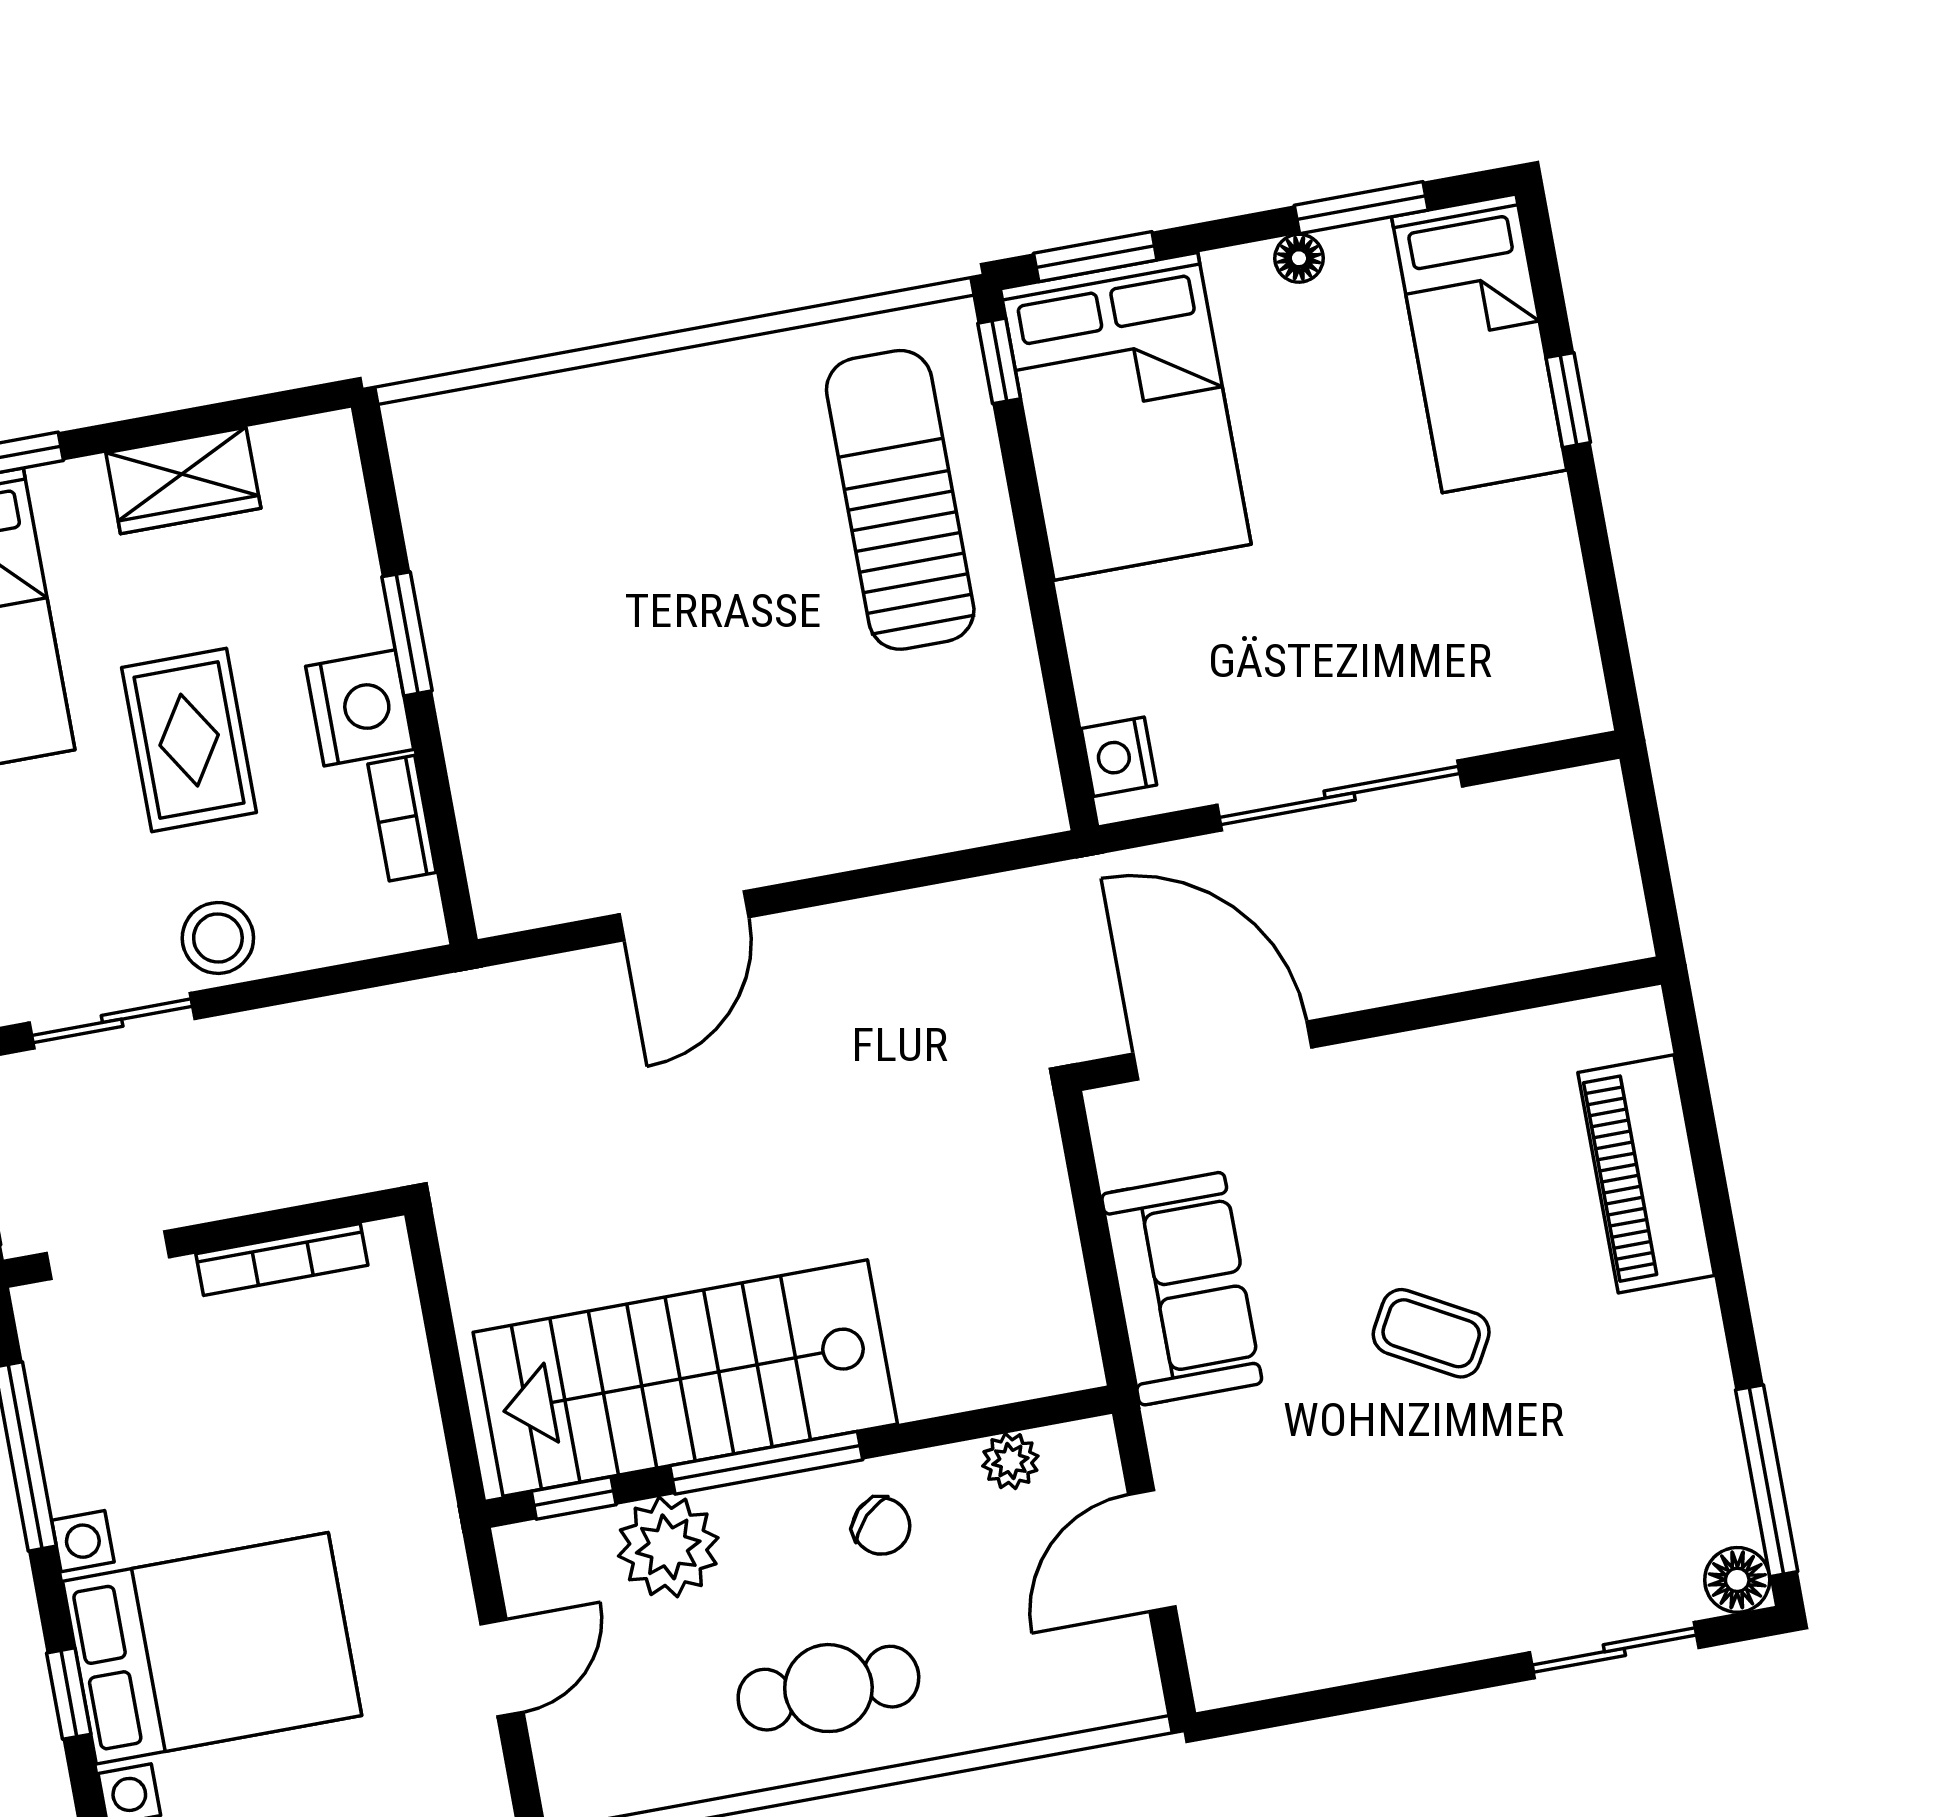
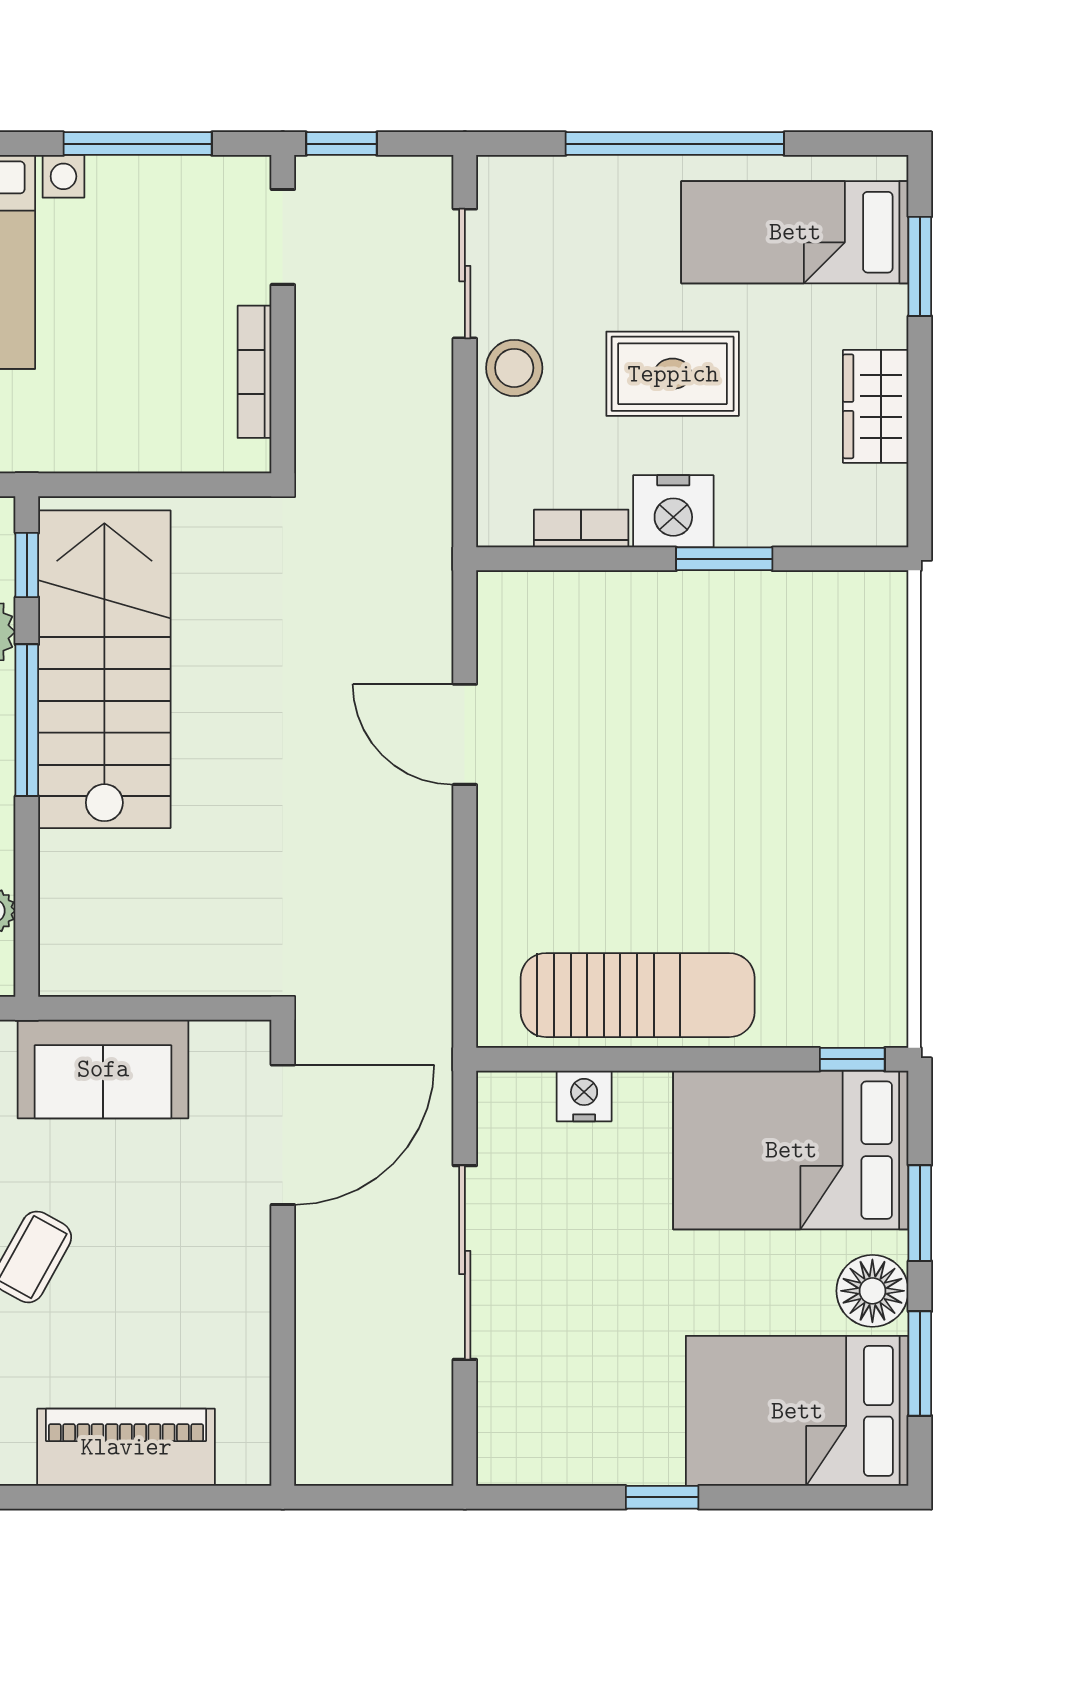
window: (1095, 257) -> (920, 1213), moved
floor lamp: (1299, 258) -> (872, 1291), width x1.89, depth x1.89
bed: (1479, 343) -> (797, 1411), width x1.50
window: (1568, 400) -> (662, 1497), moved
sun lounger: (900, 500) -> (638, 995), moved
nightstand: (1119, 757) -> (584, 1096), moved

